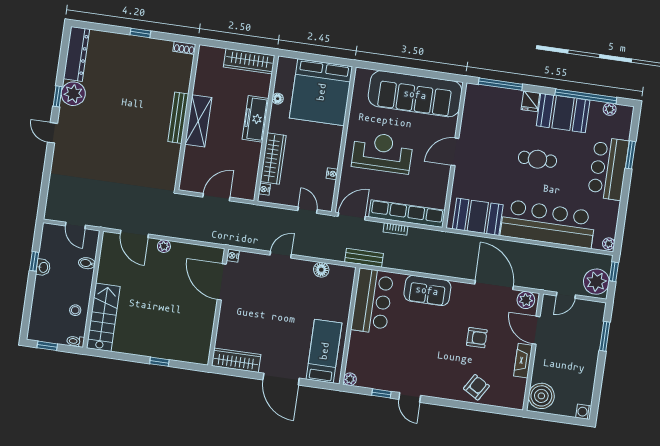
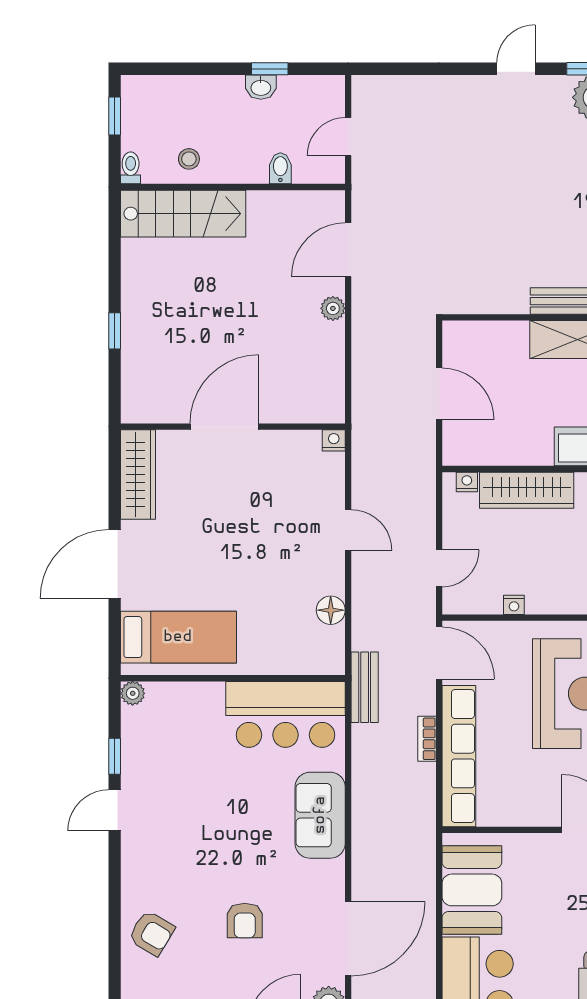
door: (222, 282) -> (225, 427), moved

